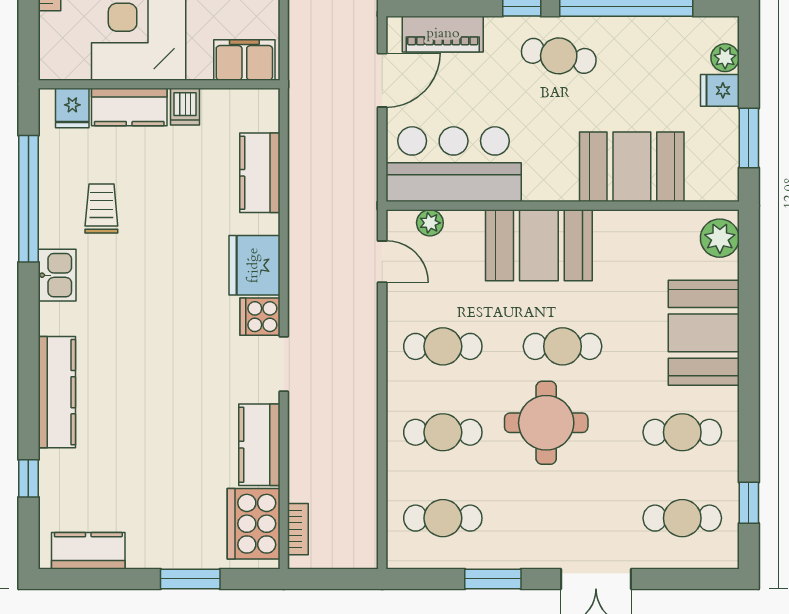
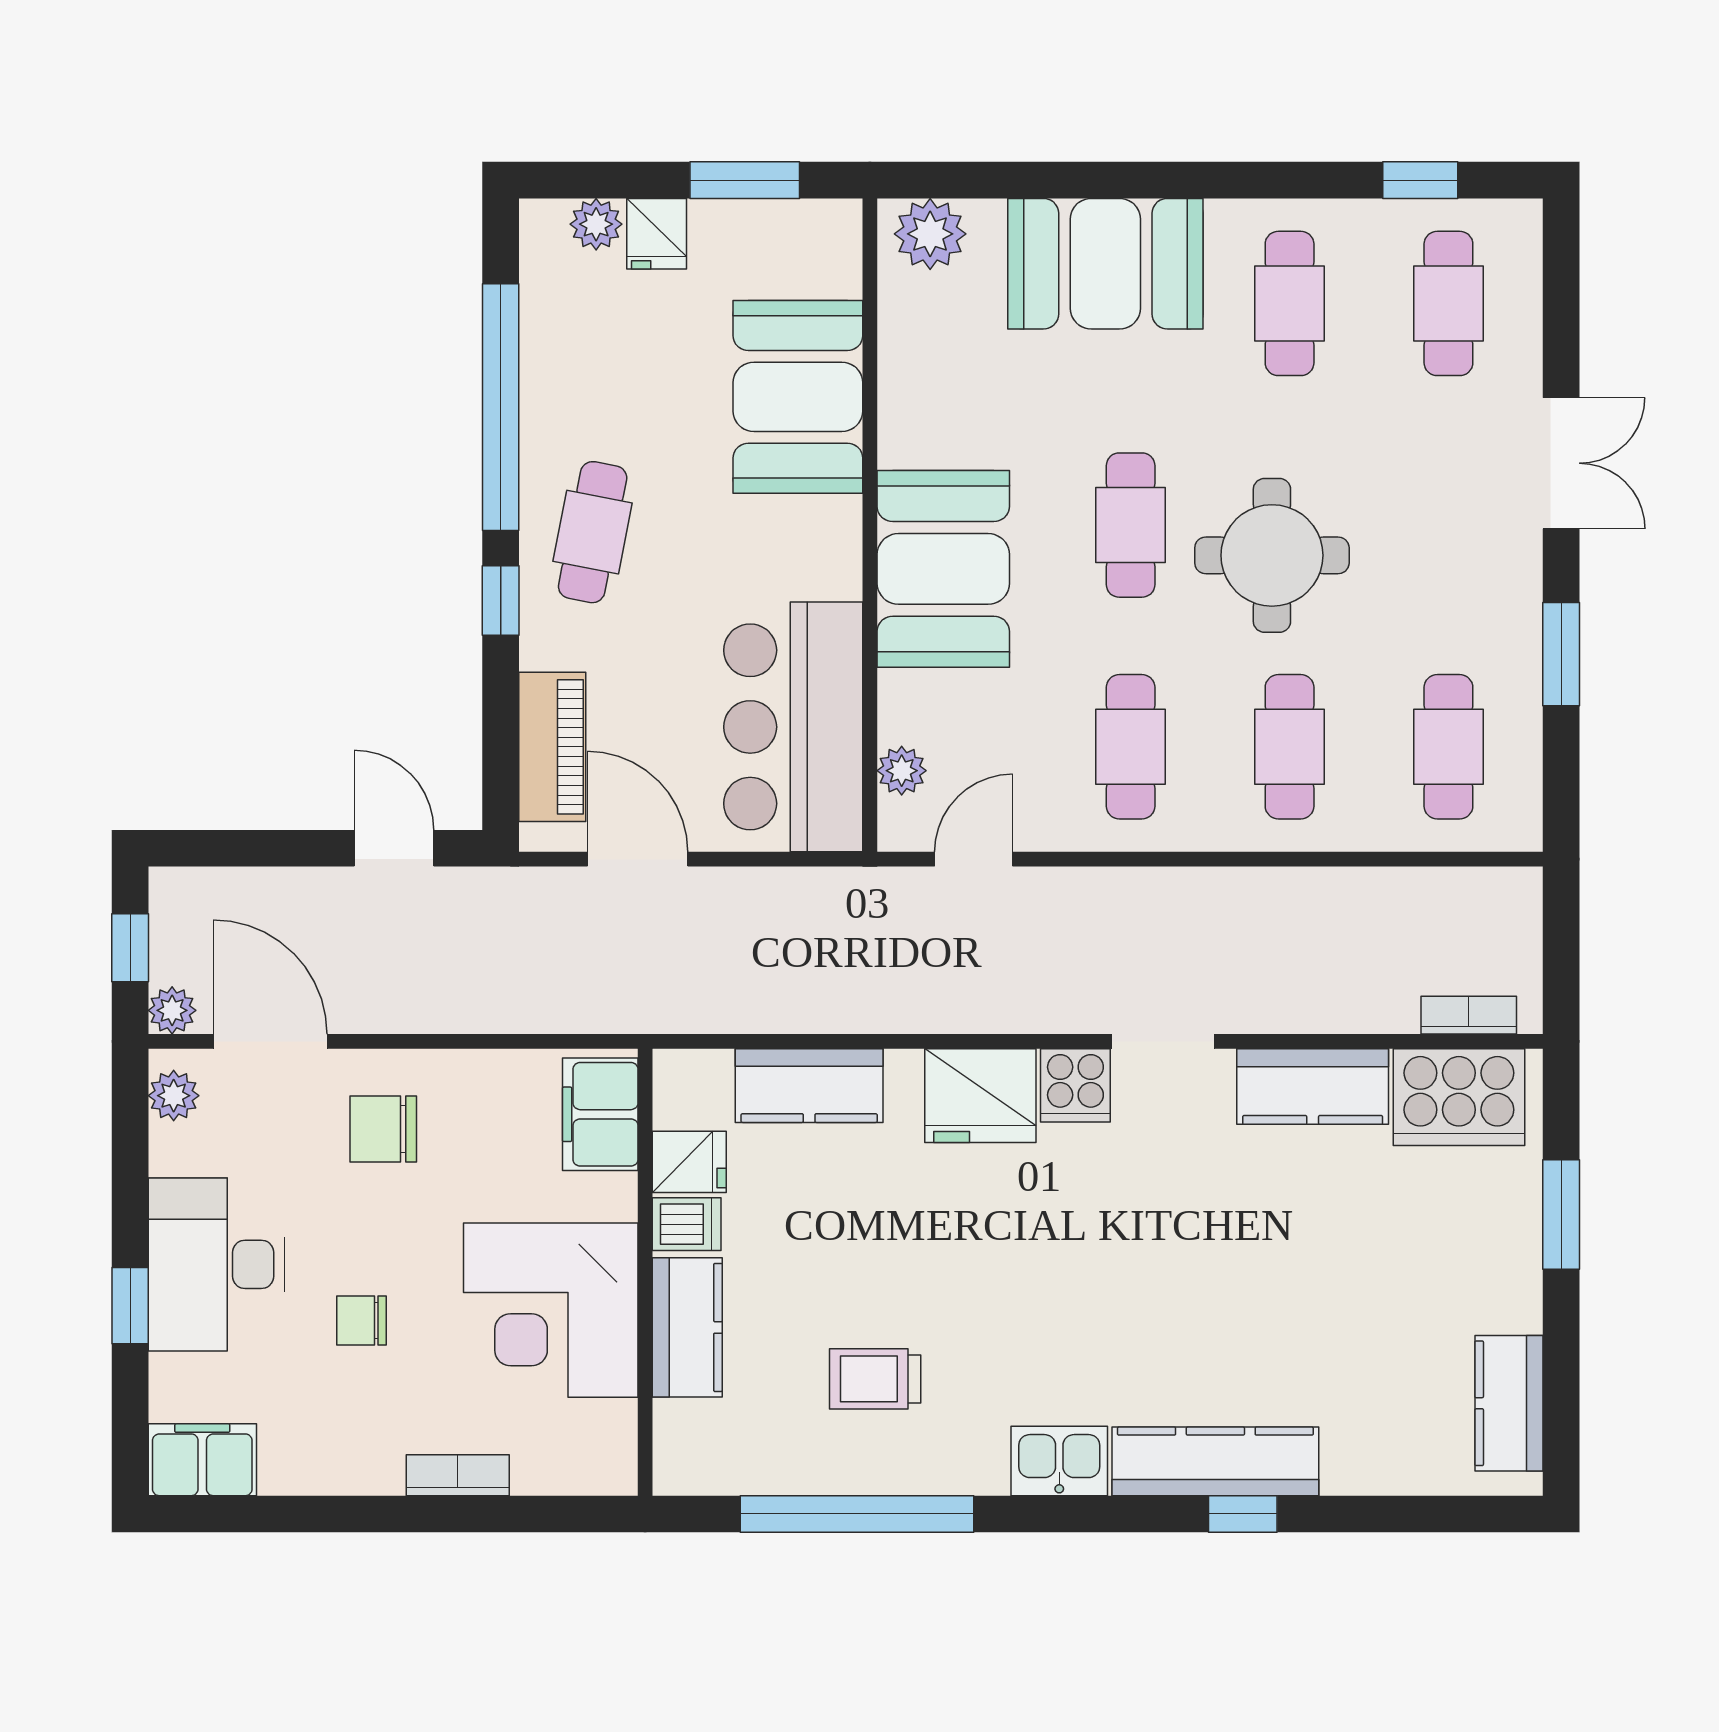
fridge: (72, 108) -> (689, 1162), moved
kitchen sink: (57, 275) -> (1059, 1461), moved
window: (28, 478) -> (1243, 1514), moved

